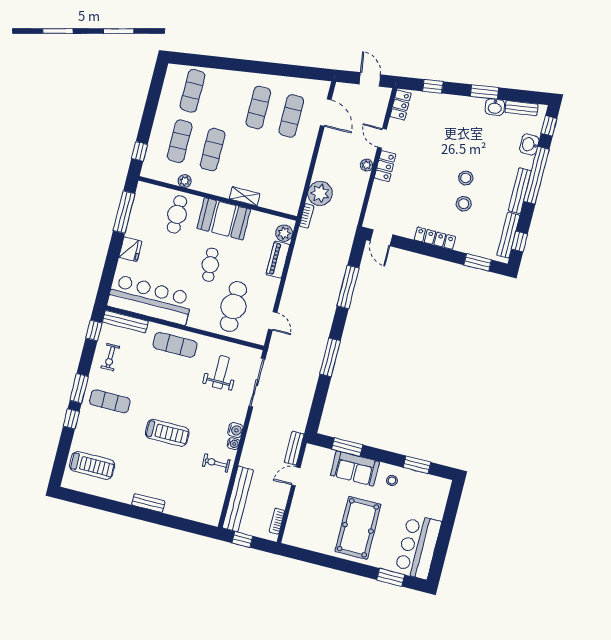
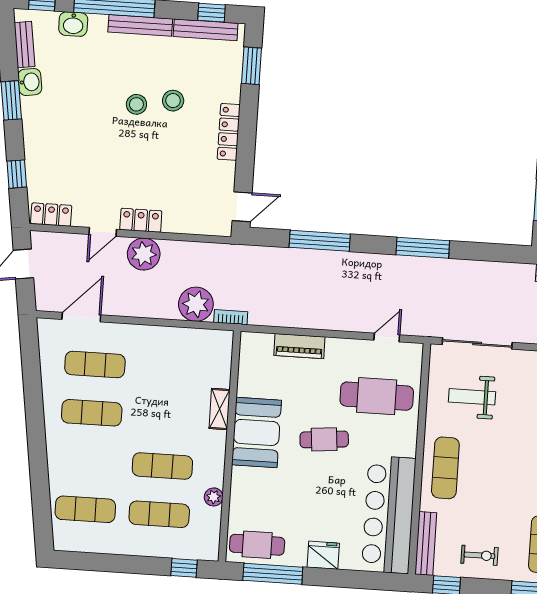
plant: (367, 165) -> (144, 254), width x1.88, depth x1.88
cafe table: (177, 214) -> (257, 545), moved
plant: (284, 233) -> (261, 344), removed

